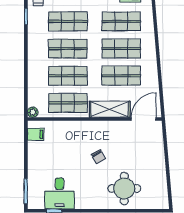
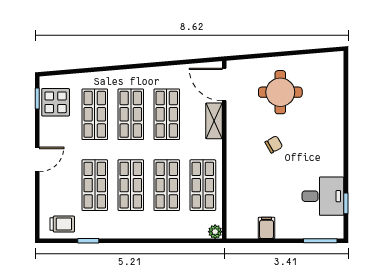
shelving: (110, 109) -> (214, 121), width x0.67, depth x0.75
filing cabinet: (36, 134) -> (267, 228), moved
round table: (124, 188) -> (280, 92), moved

